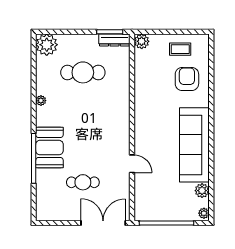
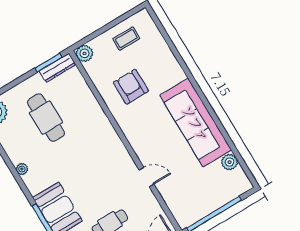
cafe table: (83, 72) -> (46, 118), turned 90
armchair: (187, 79) -> (131, 87), moved
plant: (204, 213) -> (244, 183), removed

